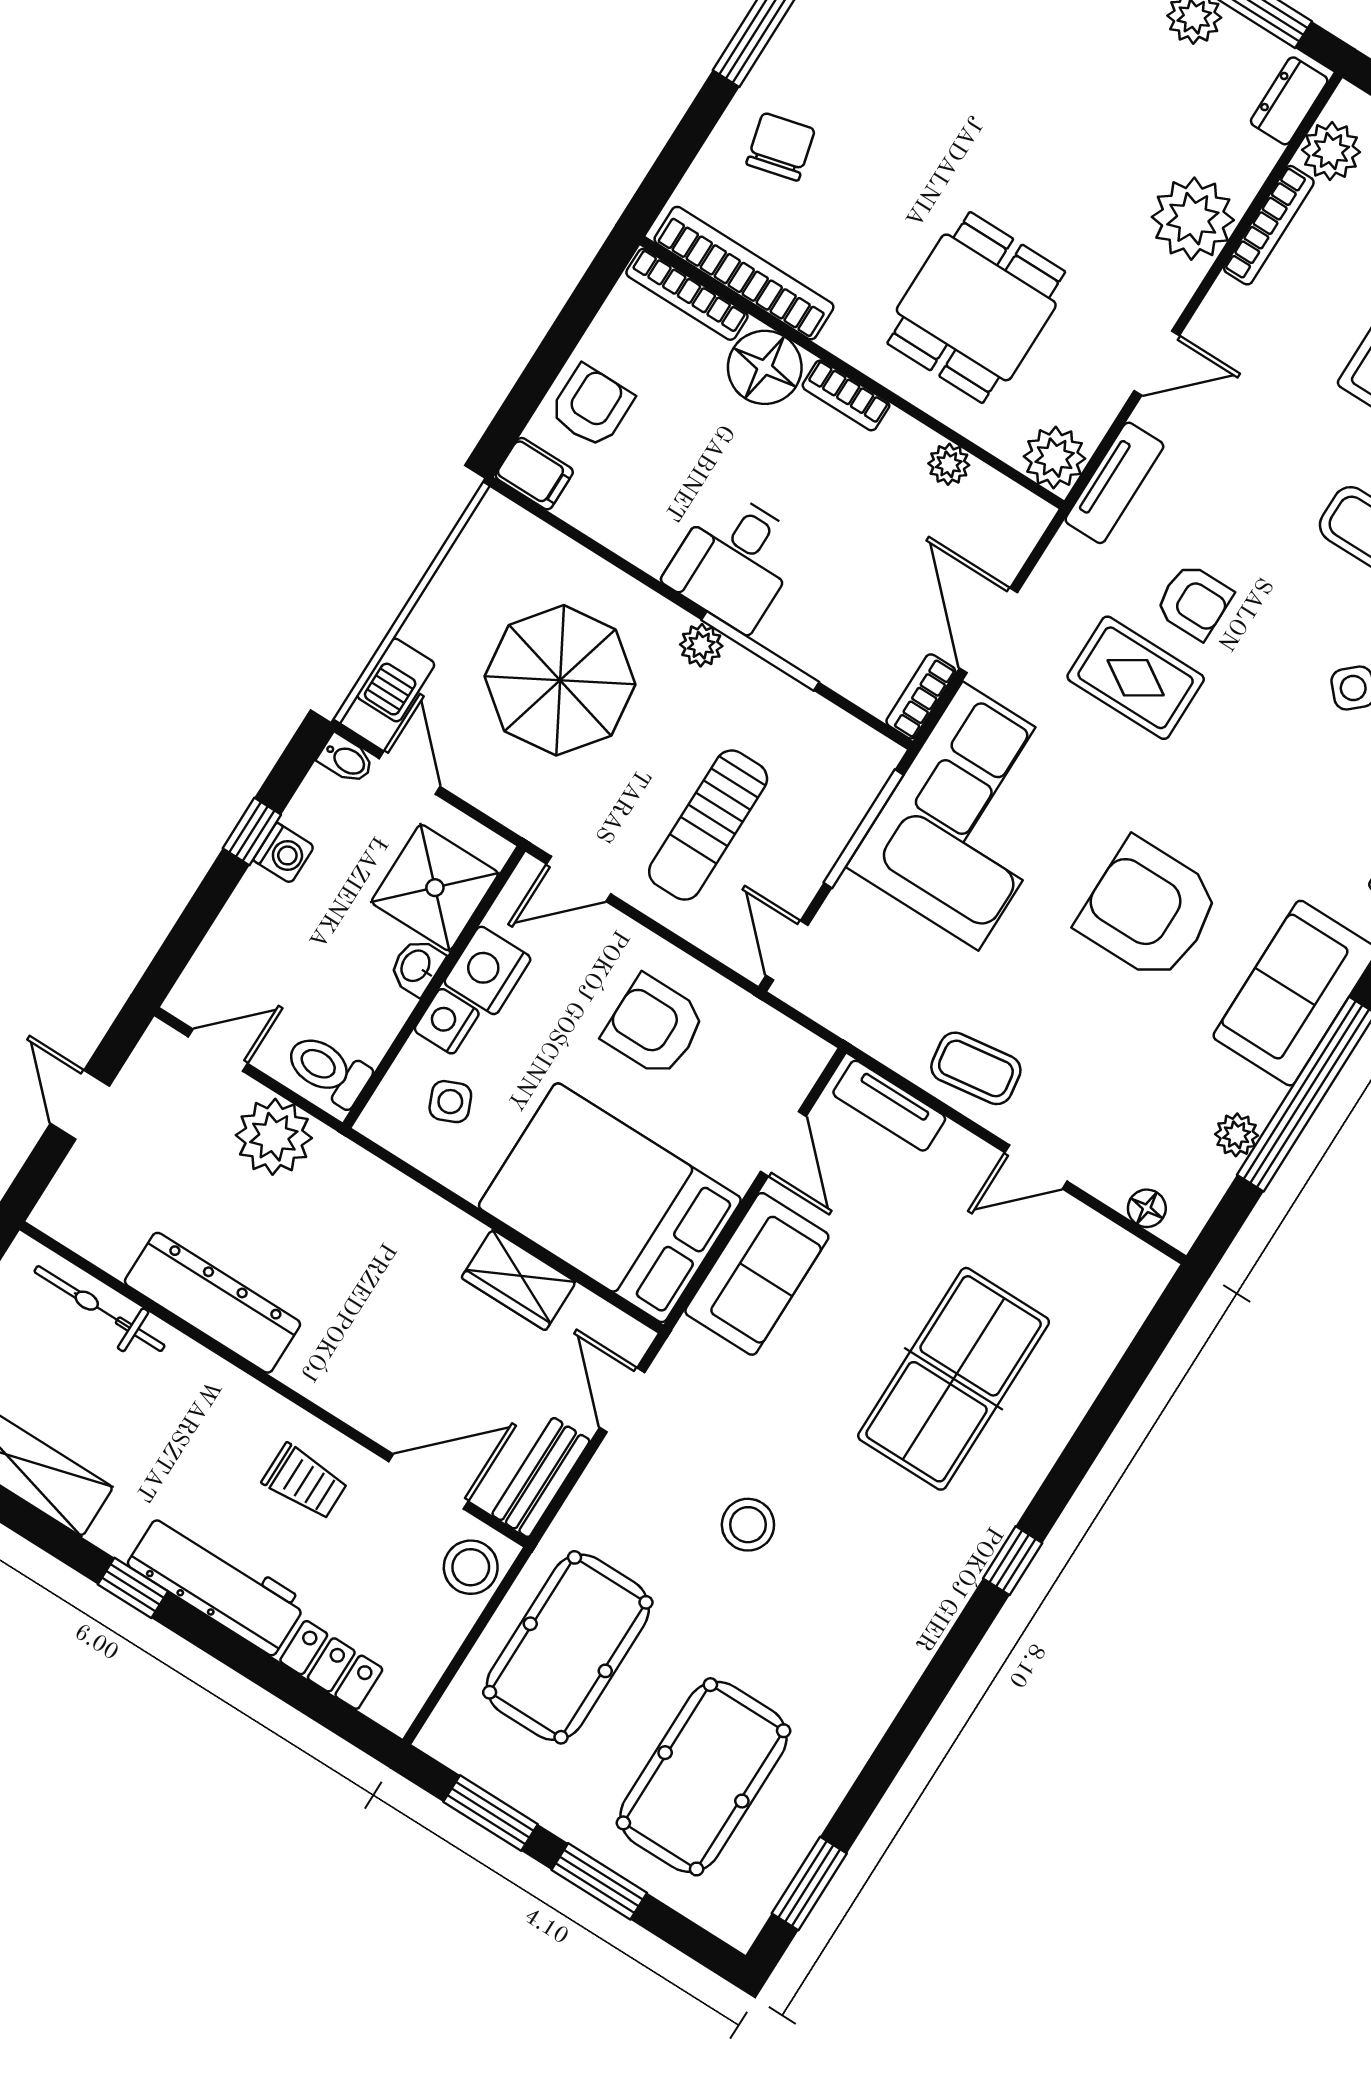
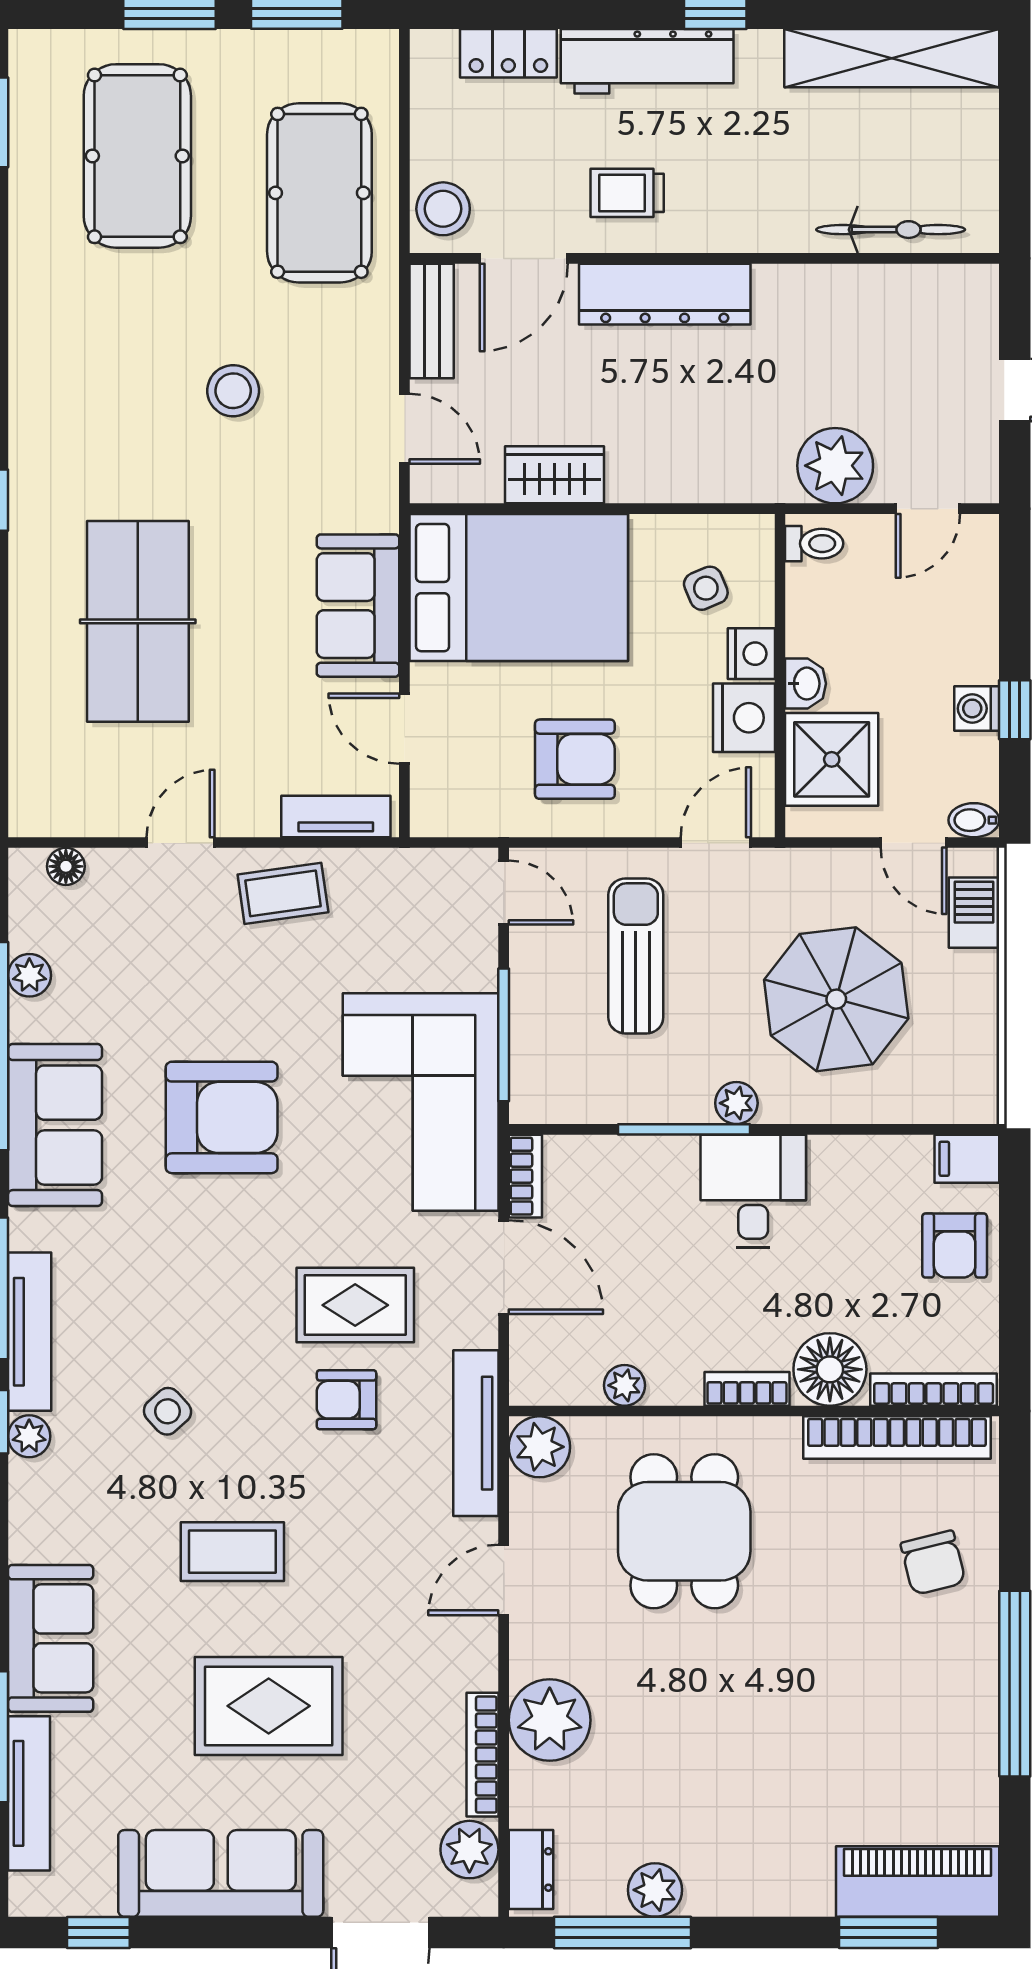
tv unit: (1114, 483) -> (476, 1433), width x1.41
toilet: (328, 1070) -> (814, 544), width x0.73, depth x0.72
dresser: (212, 1303) -> (665, 294), moved

